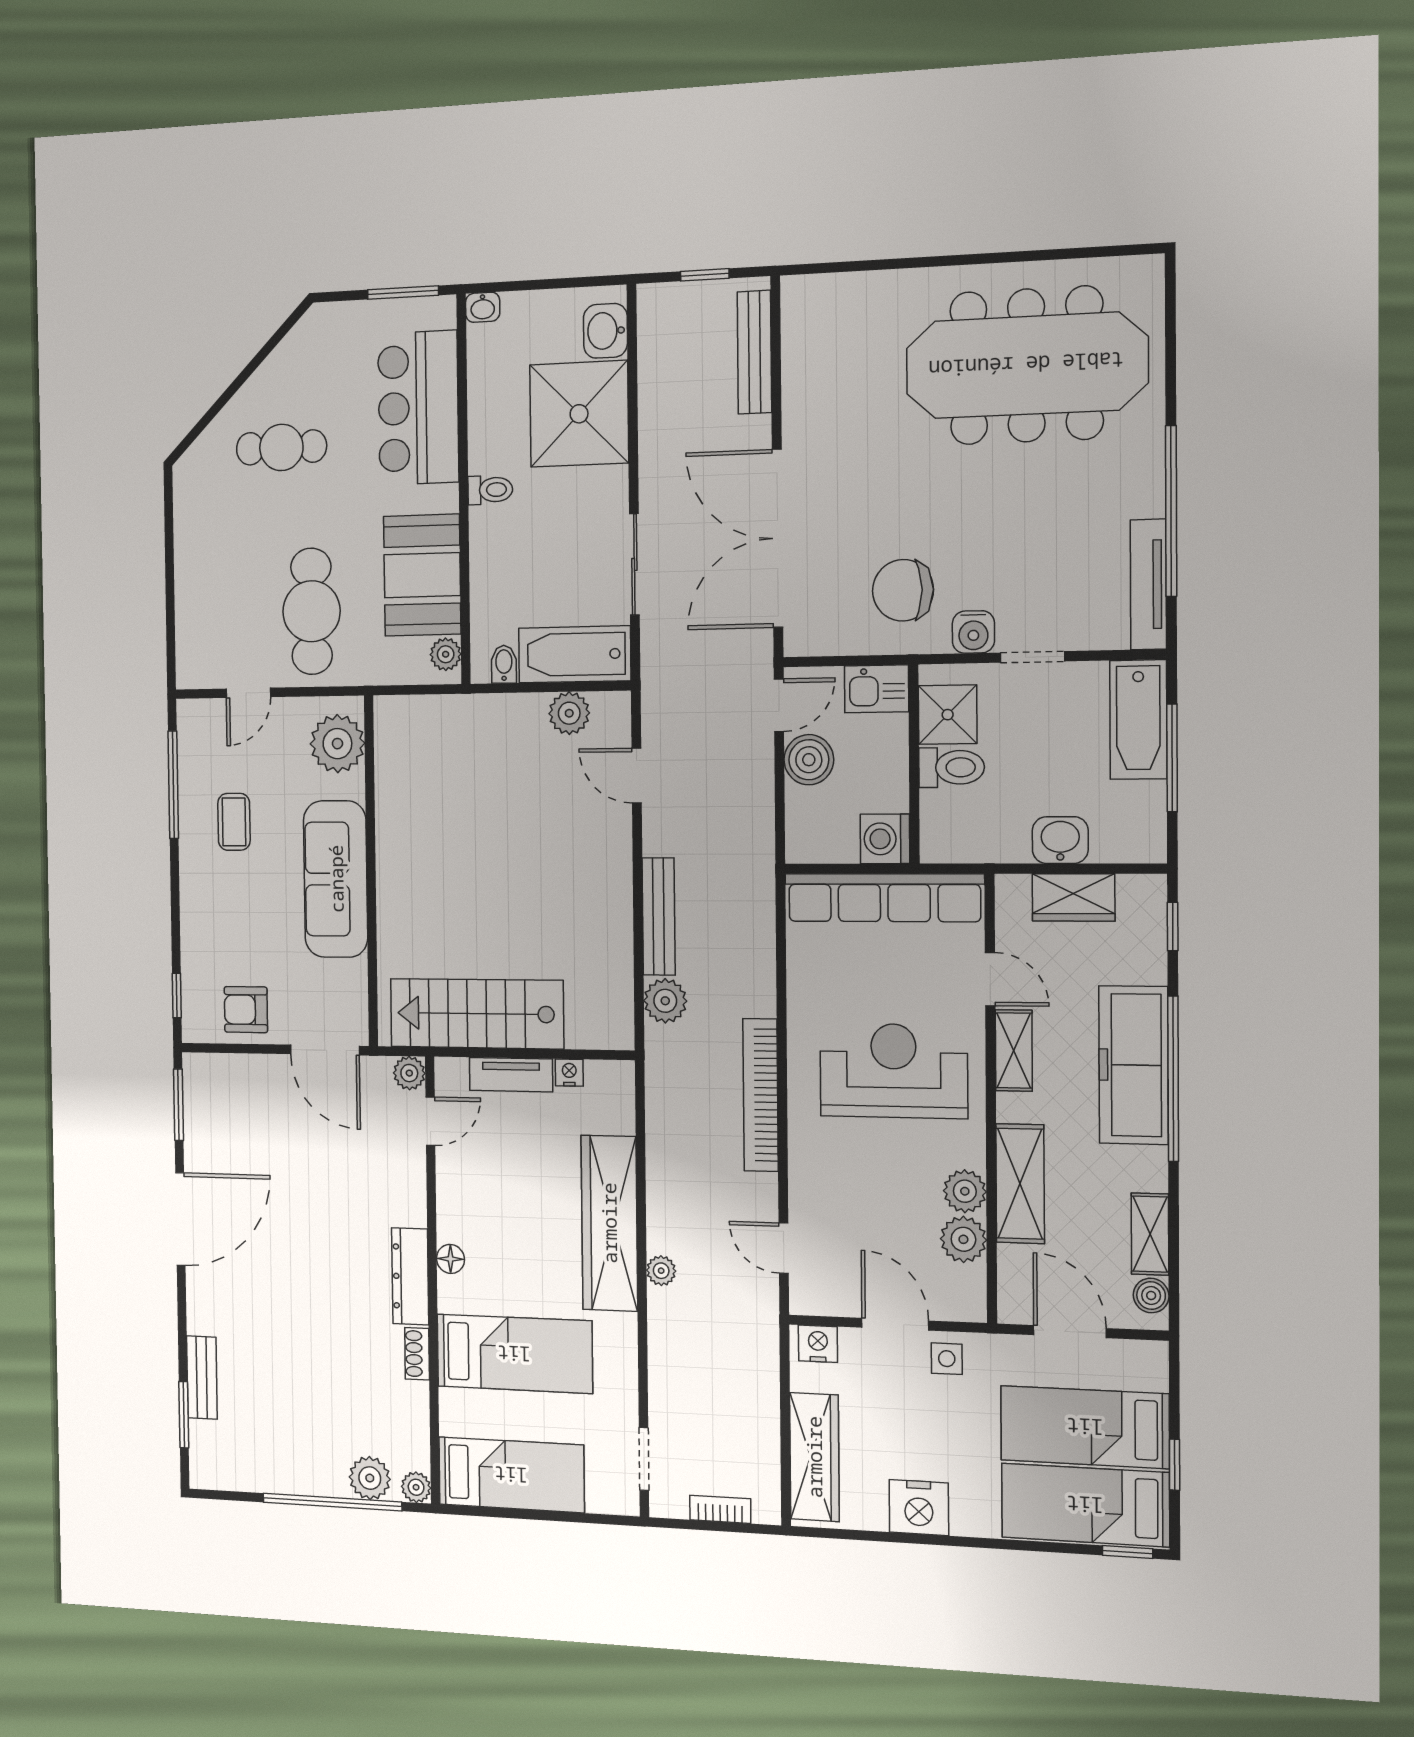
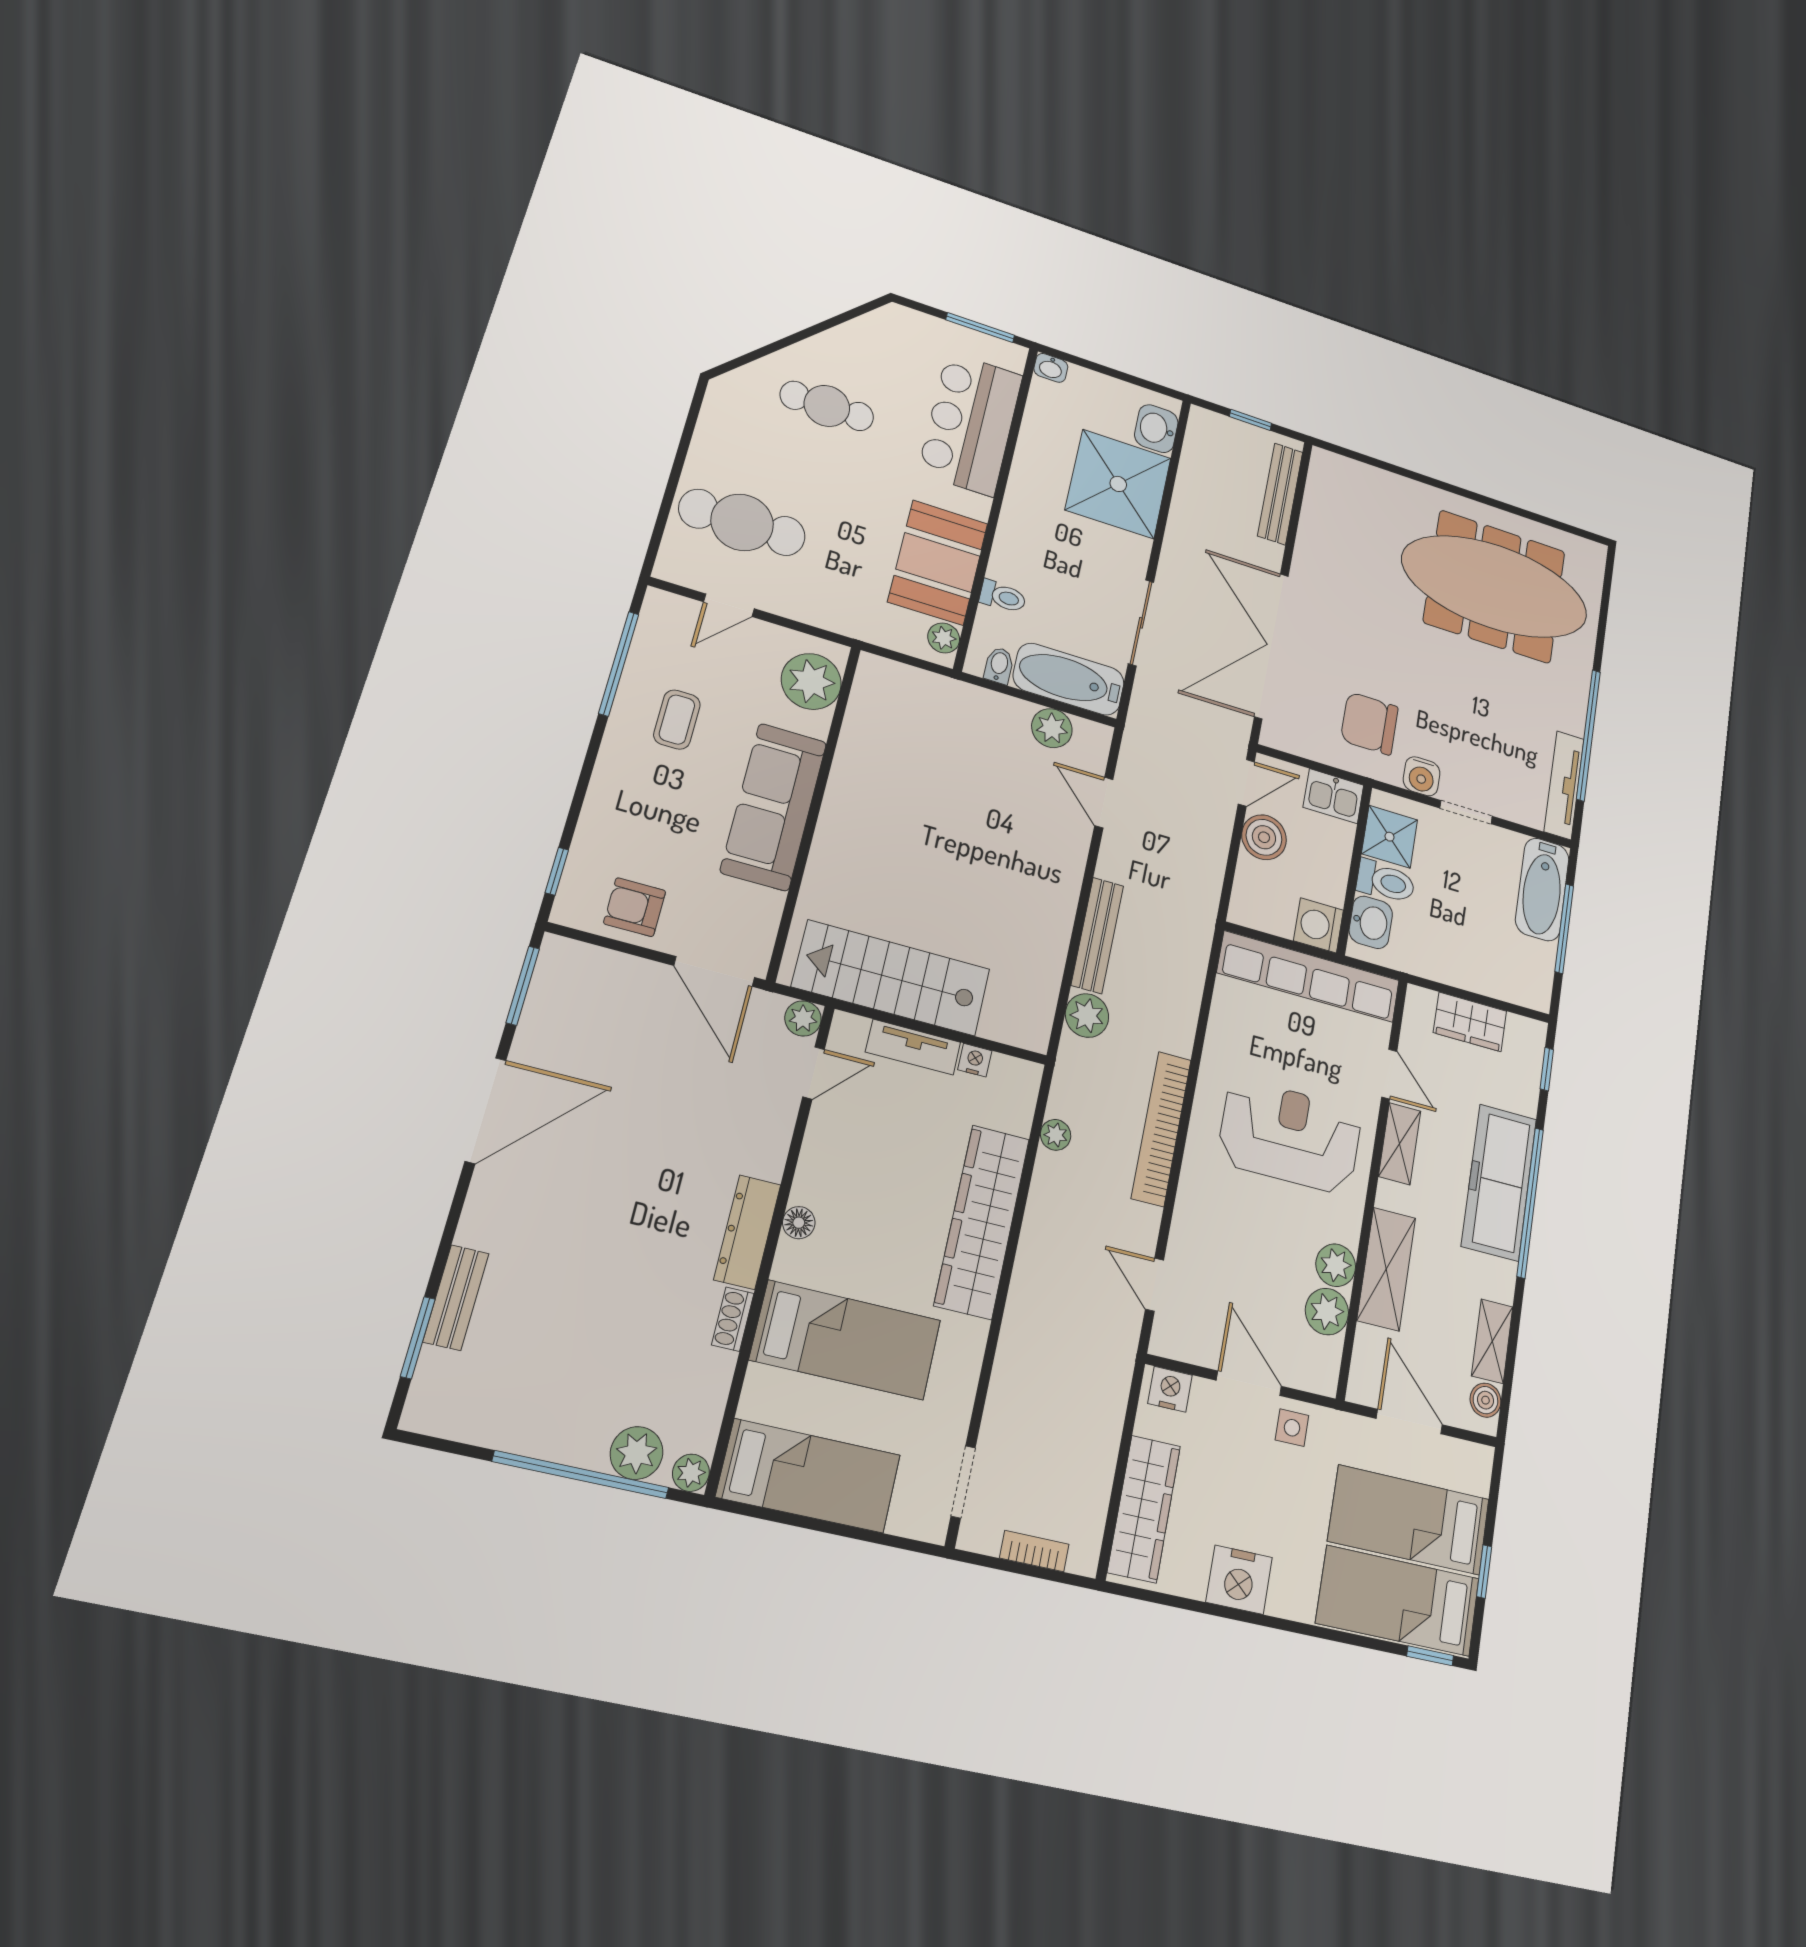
toilet: (490, 490) -> (1003, 597), moved
cafe table: (312, 611) -> (742, 522), moved, turned 90
washbasin: (1060, 840) -> (1371, 922), moved, turned 90
plant: (661, 1271) -> (1056, 1135), moved

